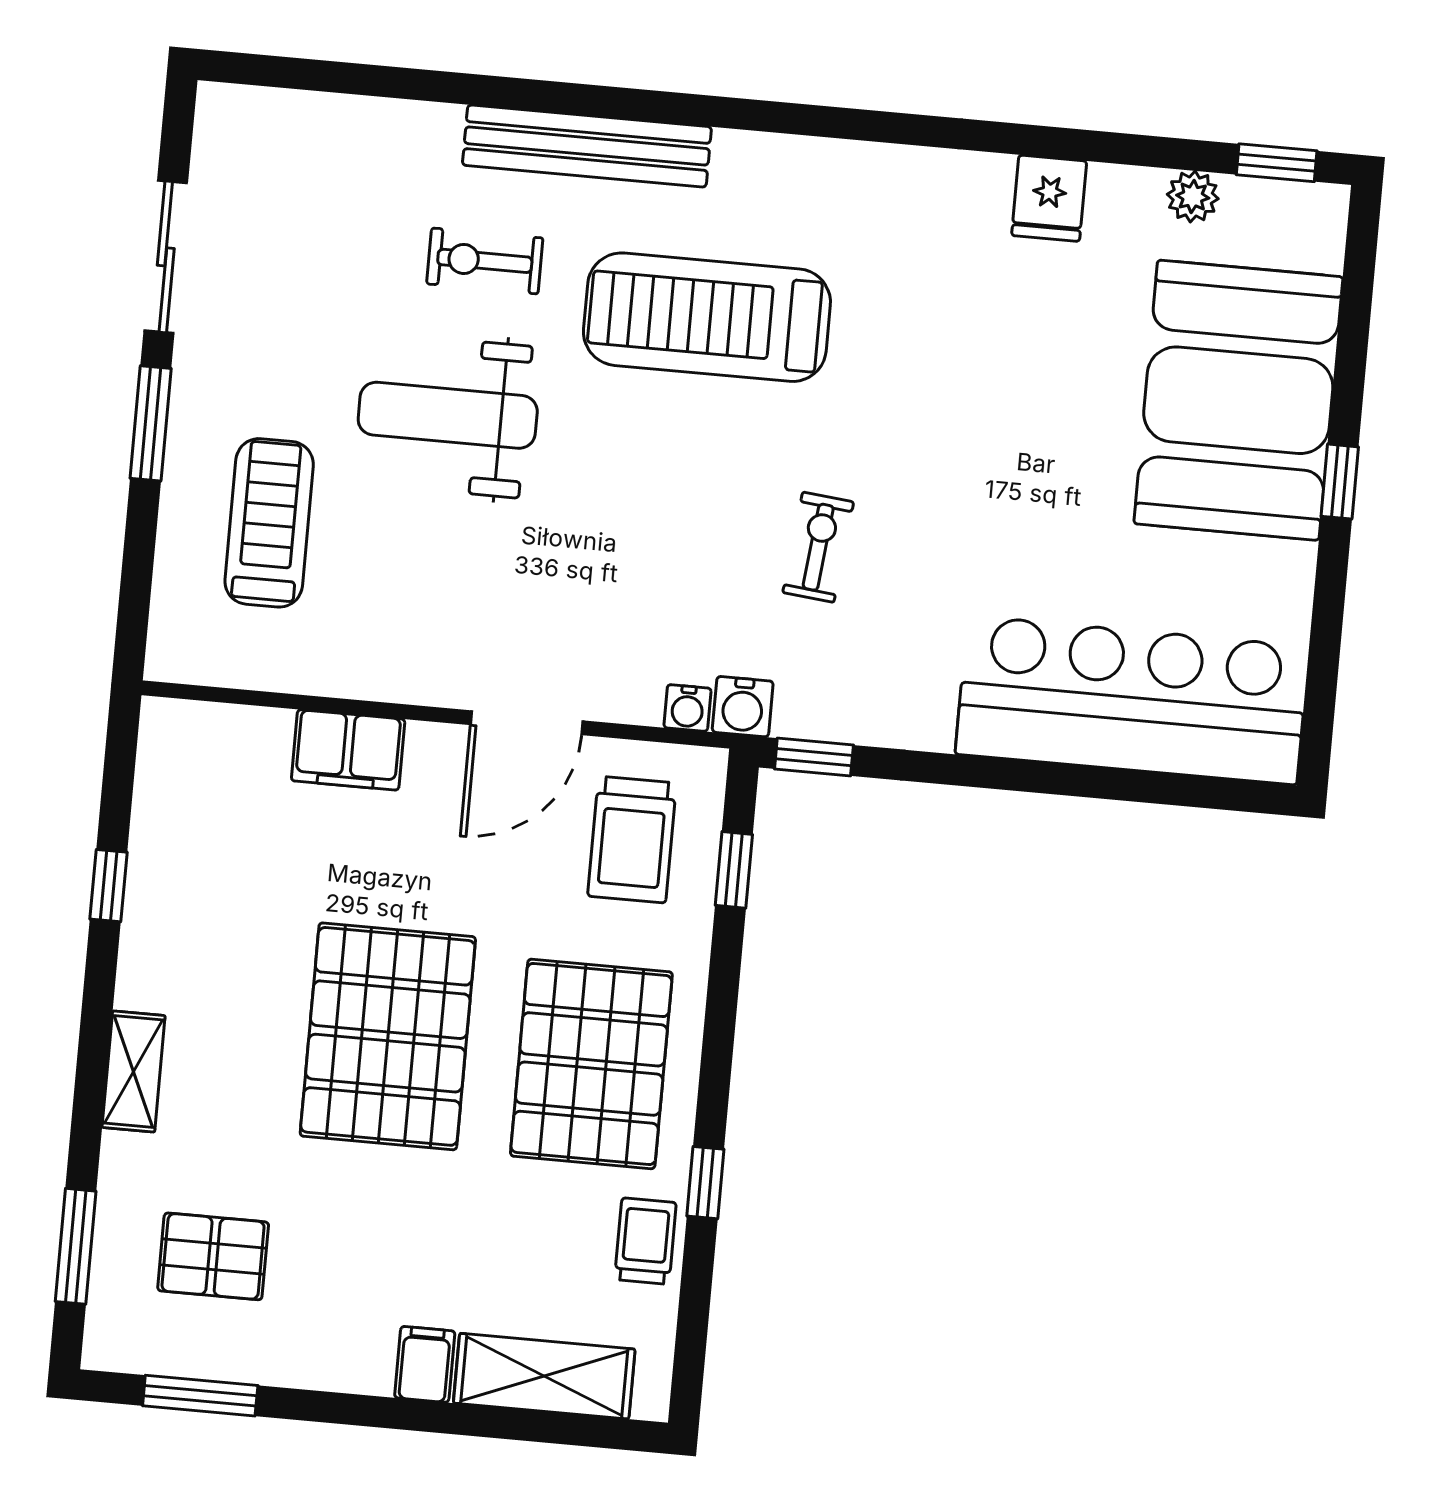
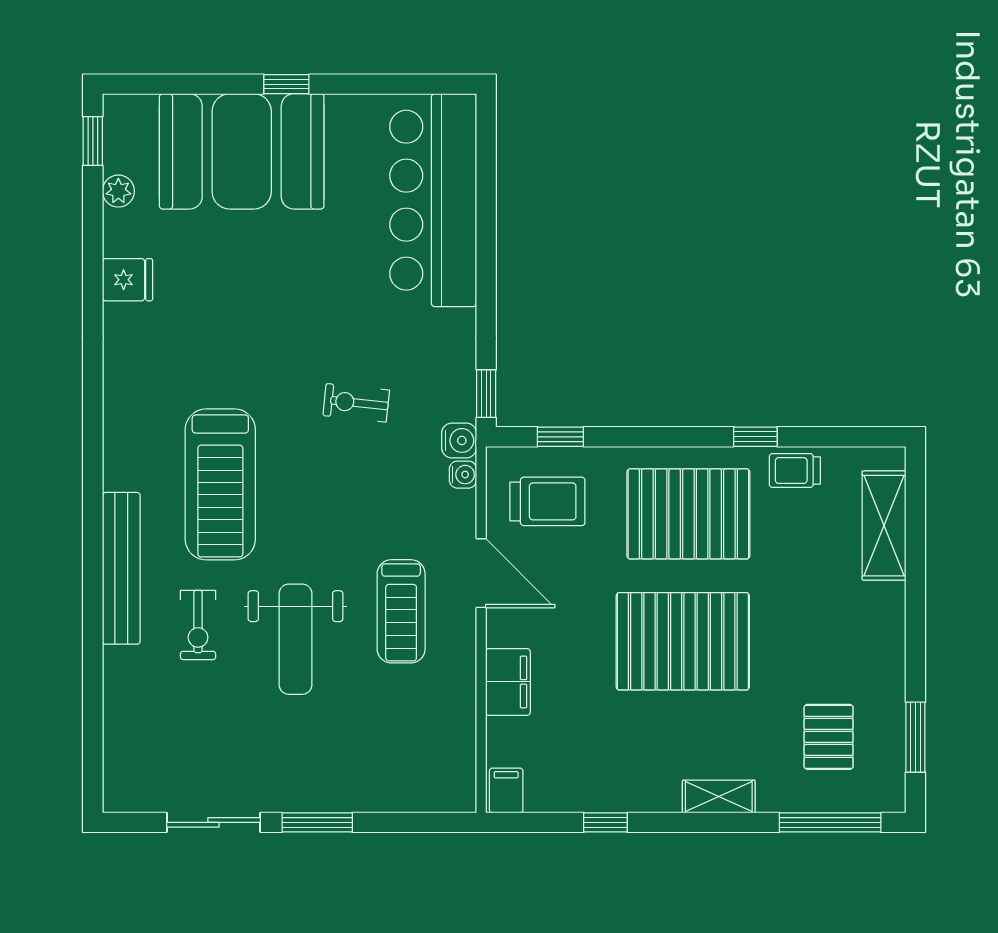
treadmill: (269, 523) -> (401, 611), moved, turned -90
window: (76, 1246) -> (830, 822), width x1.44
filing cabinet: (425, 1364) -> (506, 790), moved, turned 90

